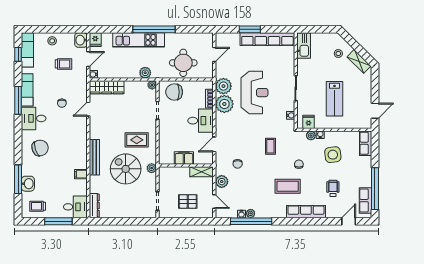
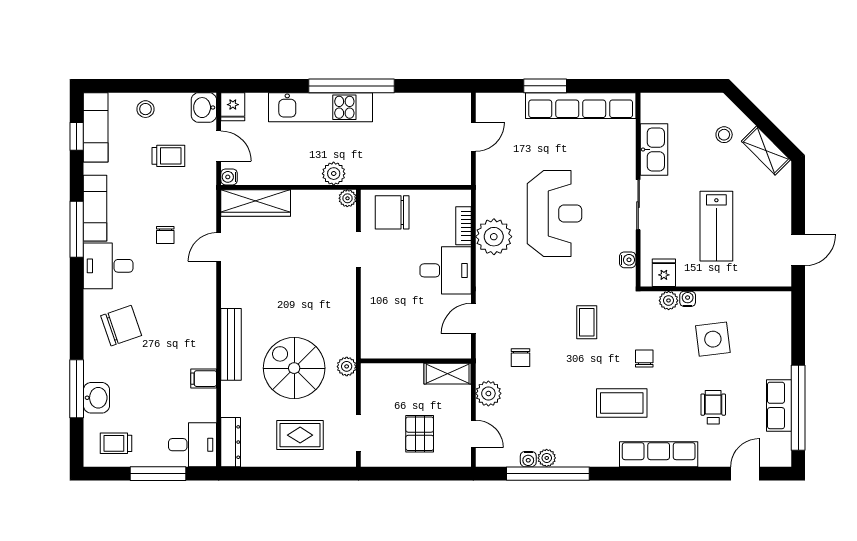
kitchen sink: (304, 46) -> (654, 149), moved
door: (88, 59) -> (219, 146), hinge flipped
round table: (183, 63) -> (411, 153), removed
plant: (223, 86) -> (492, 201), removed
rug: (137, 140) -> (300, 435), moved
row of seats: (366, 143) -> (779, 316), removed
filing cabinet: (184, 158) -> (412, 346), removed
pallet: (188, 201) -> (420, 434), turned 90
row of seats: (365, 201) -> (779, 405), moved

